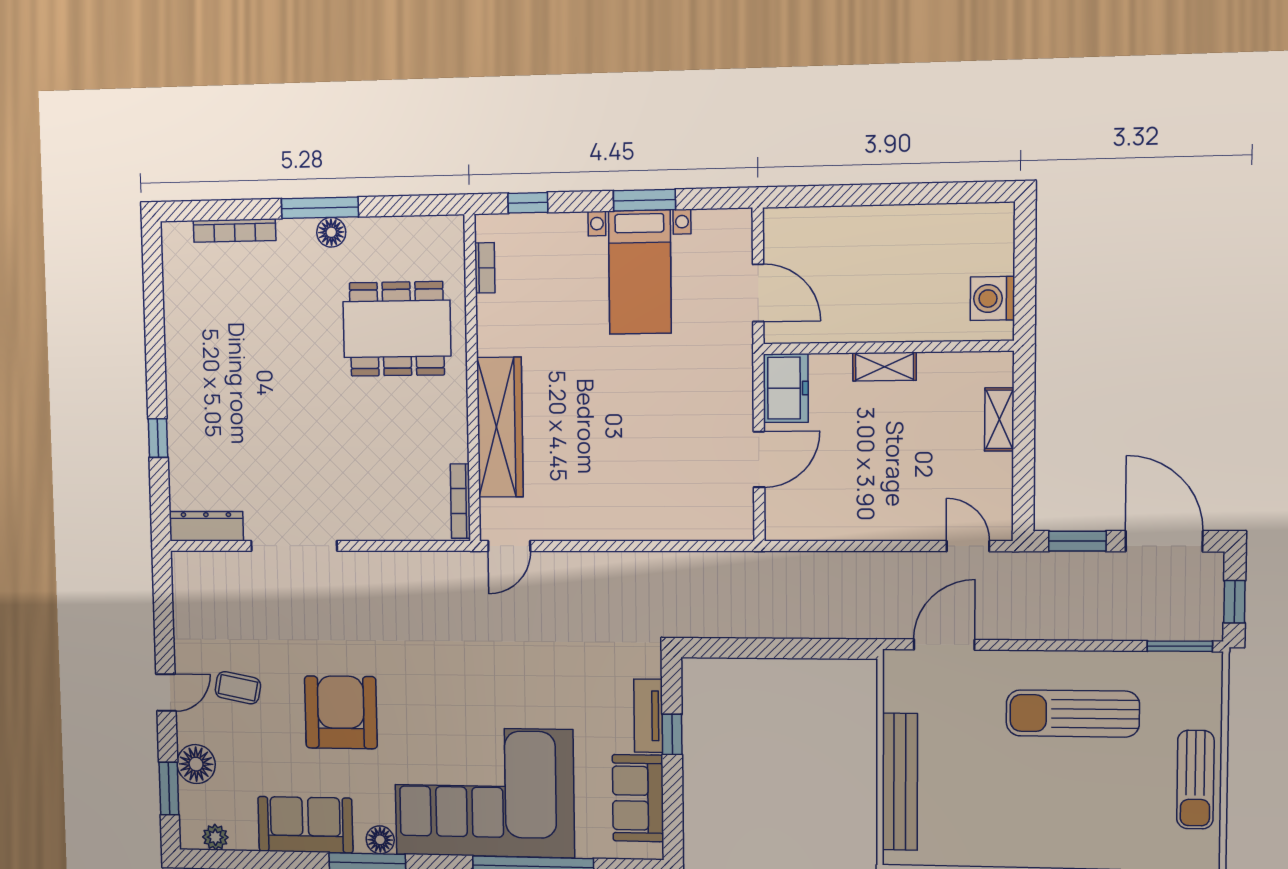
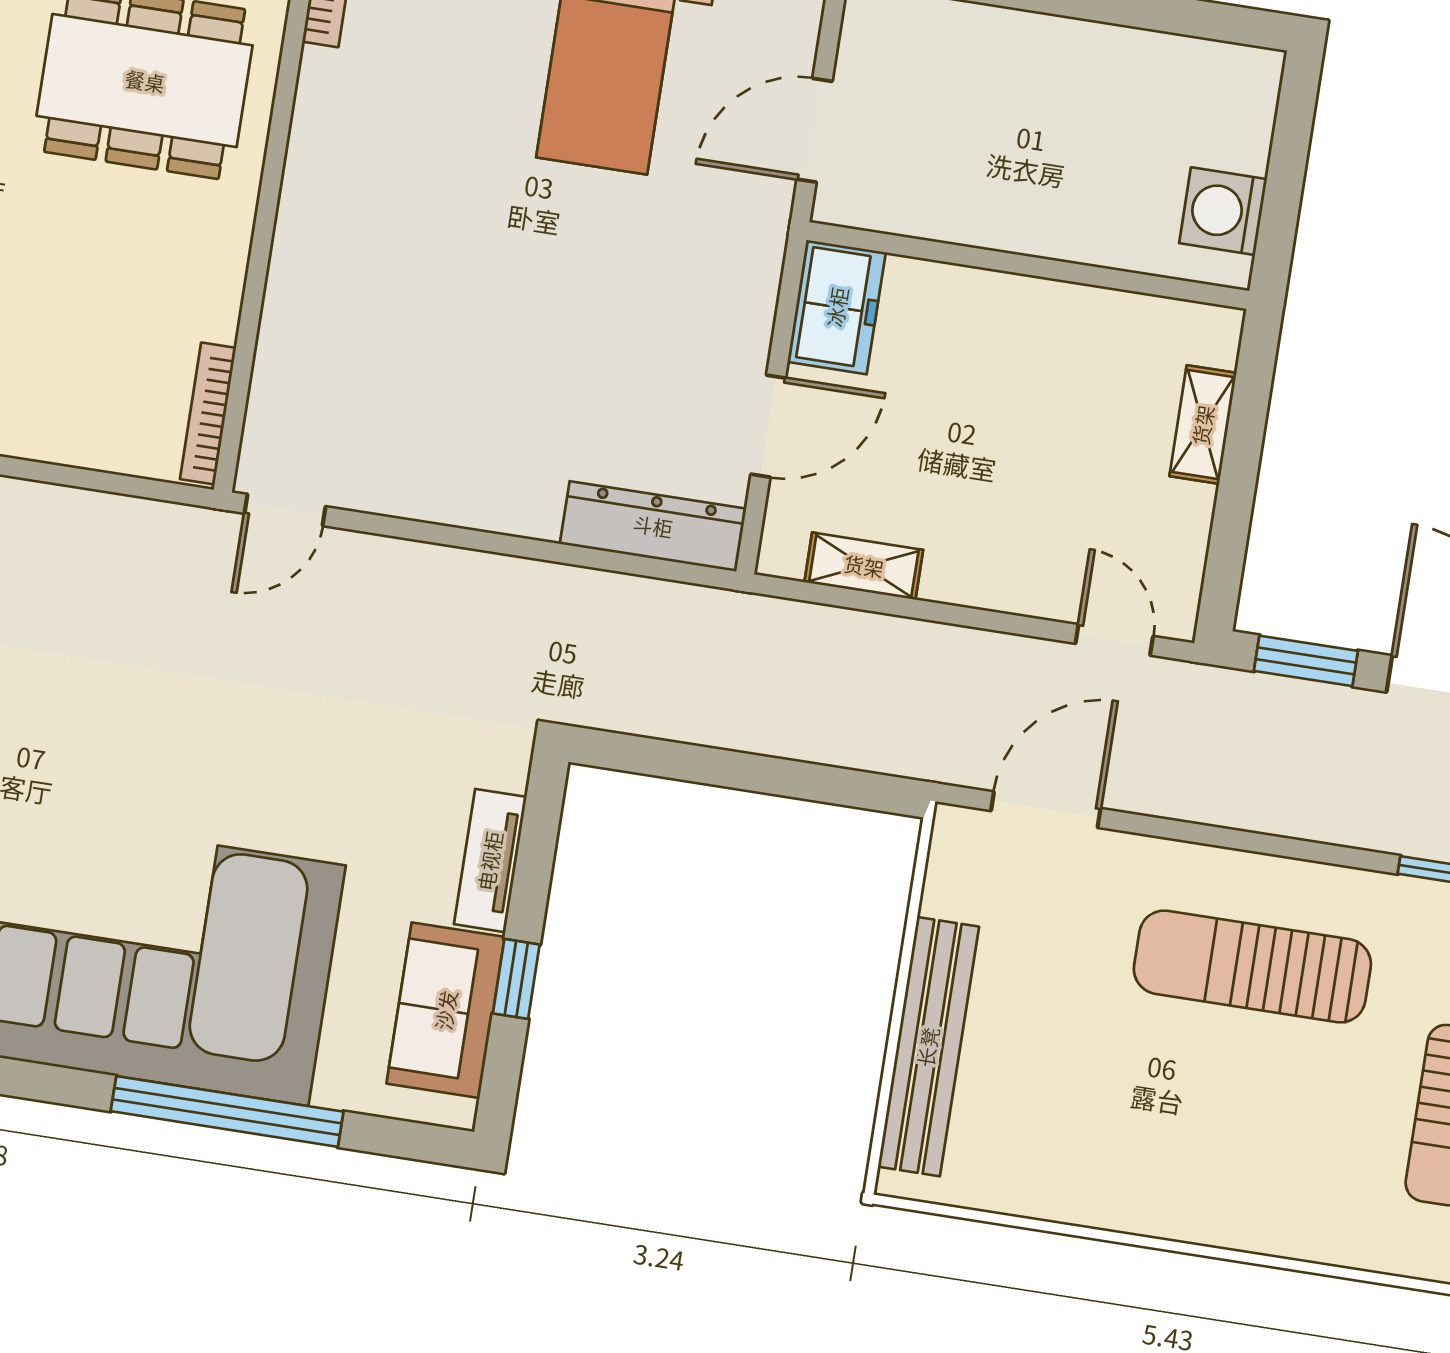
door: (758, 293) -> (815, 130), swing flipped
shelving: (885, 367) -> (864, 566), moved
wardrobe: (500, 427) -> (305, 291), removed
dresser: (706, 524) -> (653, 526), added
window: (672, 734) -> (516, 979), moved

